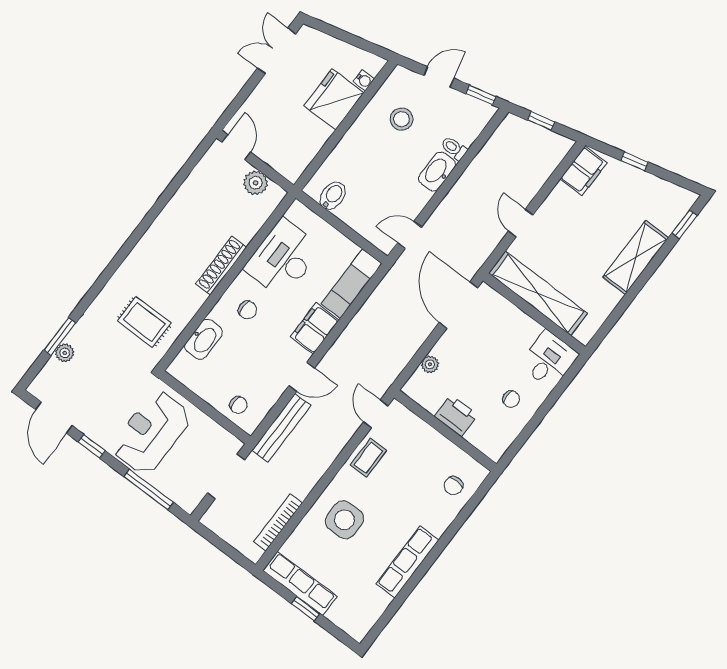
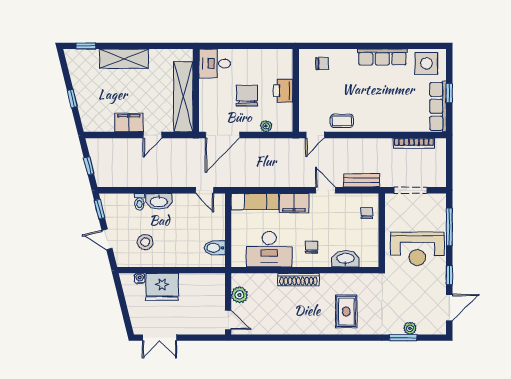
door: (236, 147) -> (228, 320), swing flipped
filing cabinet: (583, 171) -> (129, 122), moved
rug: (144, 322) -> (346, 312), moved
chair: (511, 399) -> (247, 96), moved, width x1.87, depth x1.87
bench: (281, 428) -> (361, 180), width x0.73
side table: (344, 520) -> (426, 63), moved

